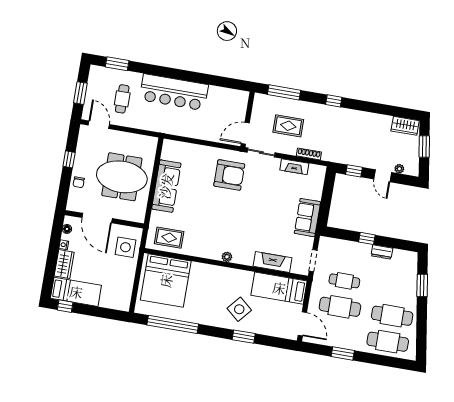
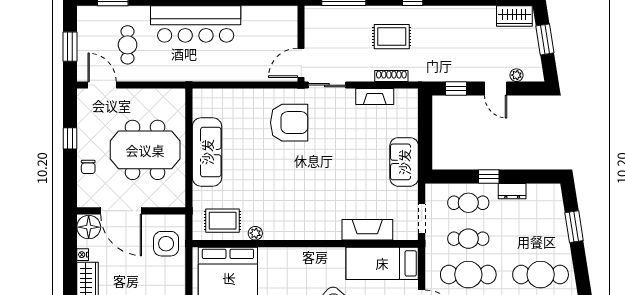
rug: (288, 126) -> (392, 37), moved
floor lamp: (67, 229) -> (89, 227), width x1.89, depth x1.89
cafe table: (349, 255) -> (468, 203), added
plant: (227, 257) -> (255, 233), moved

